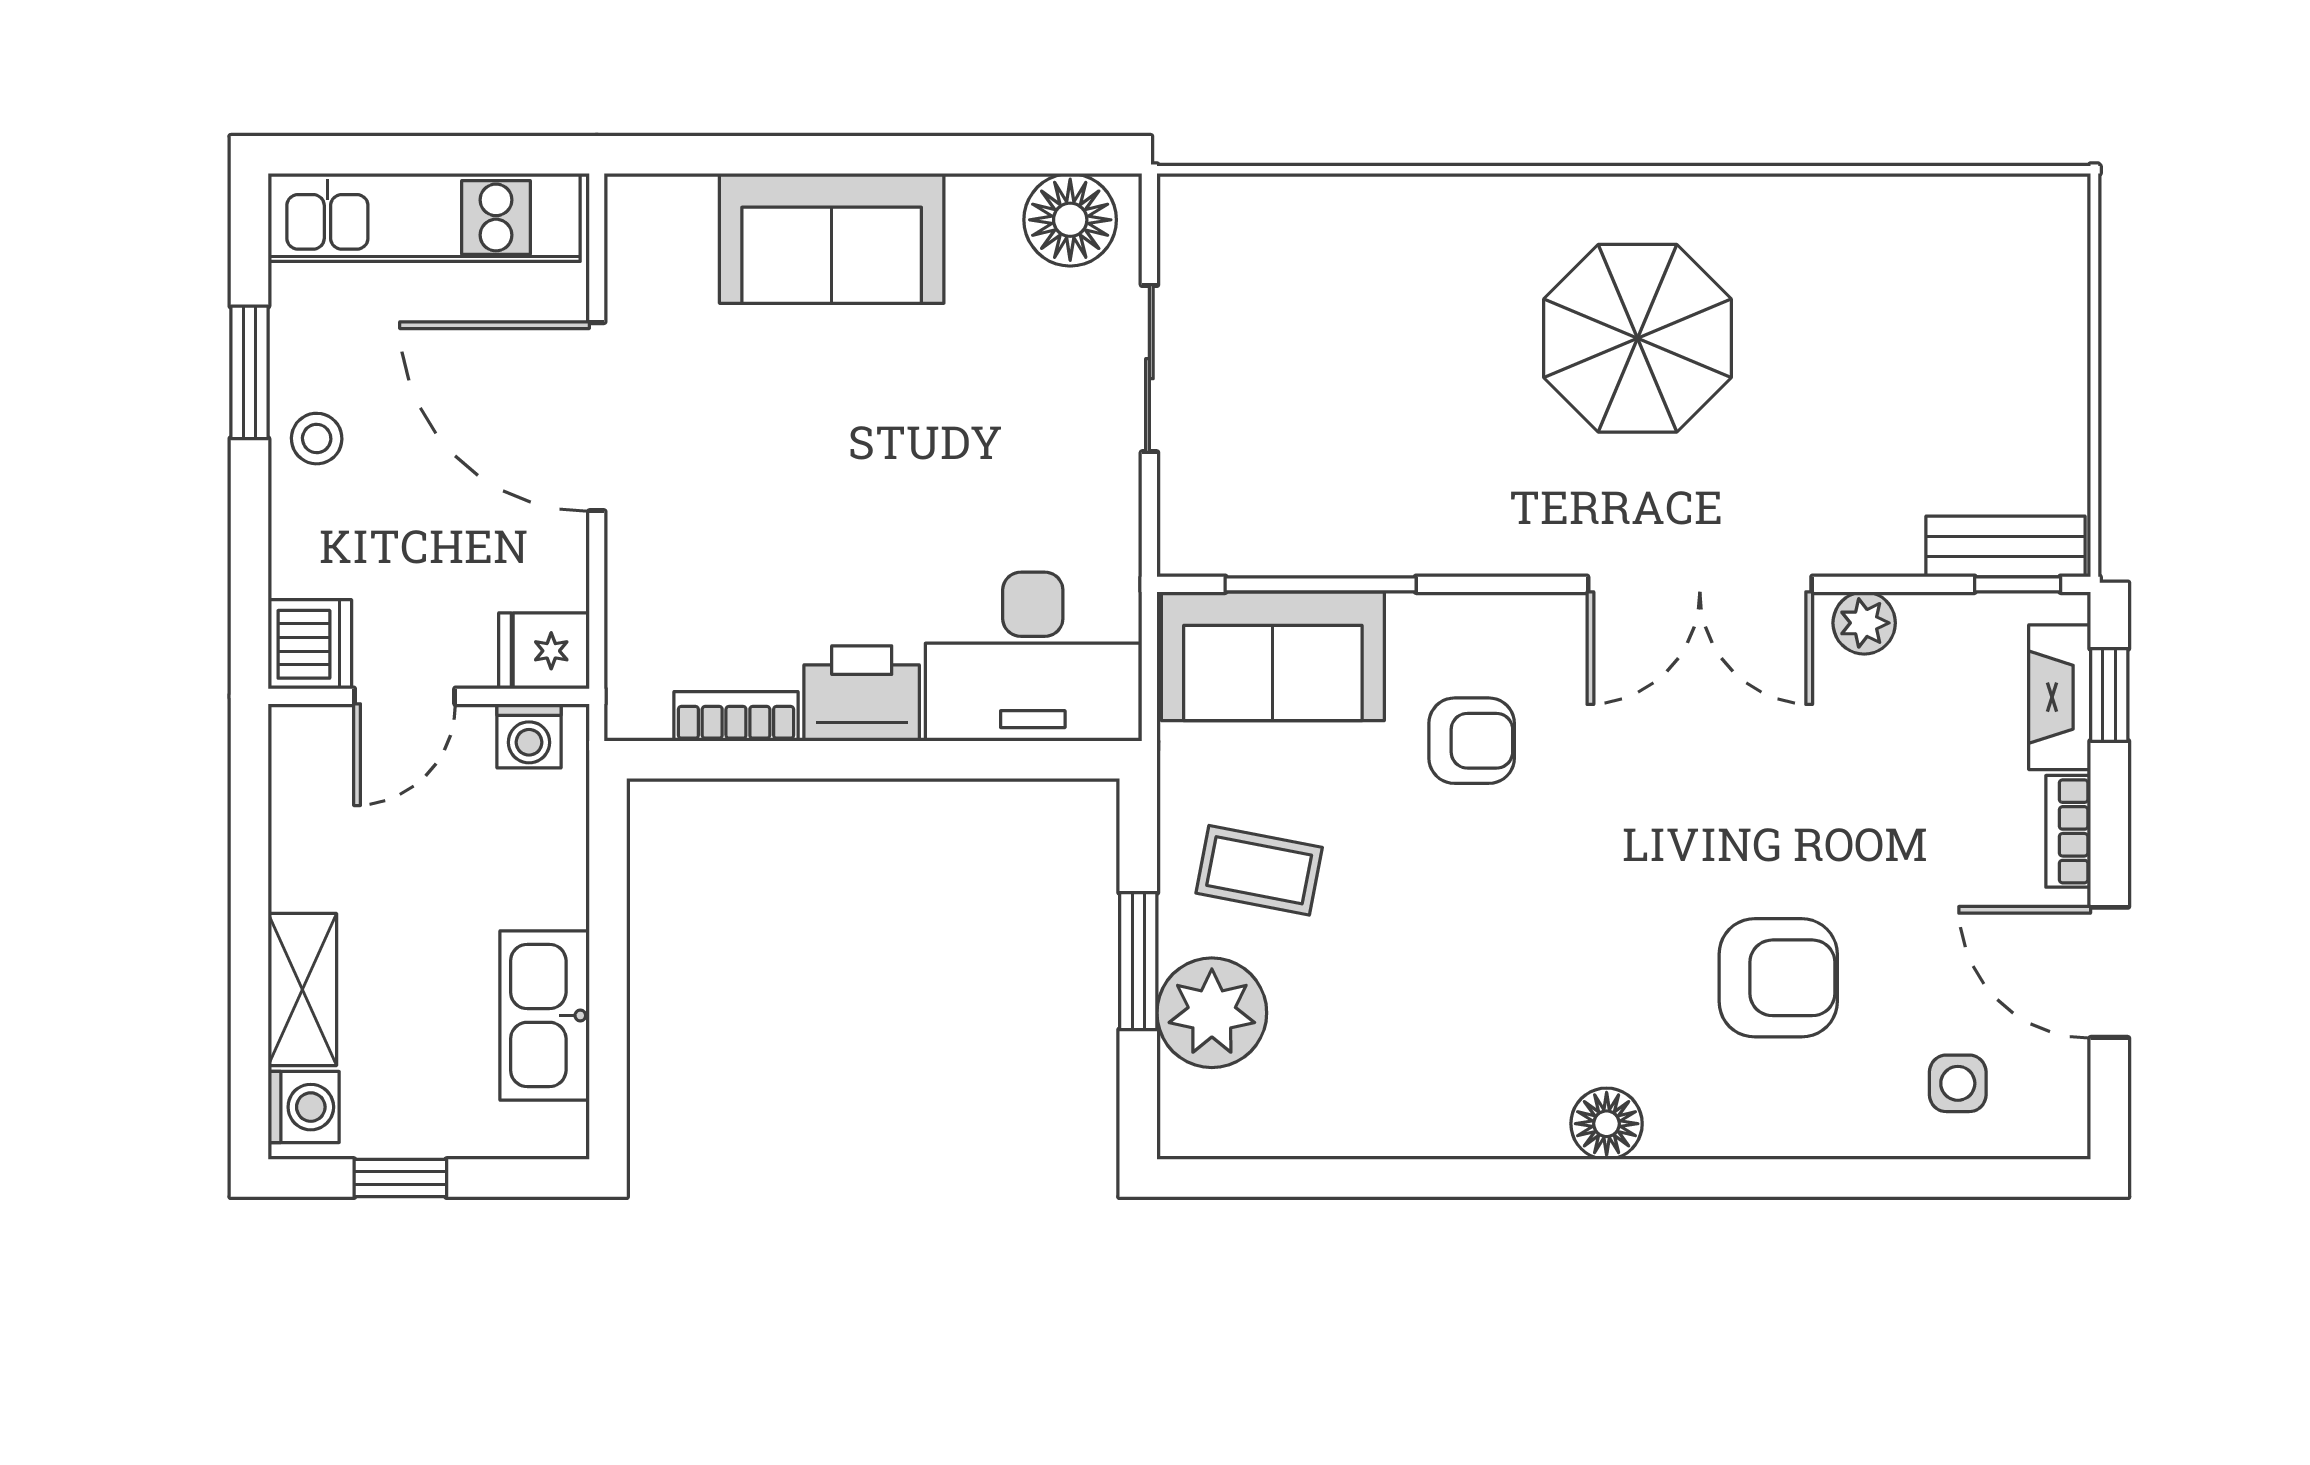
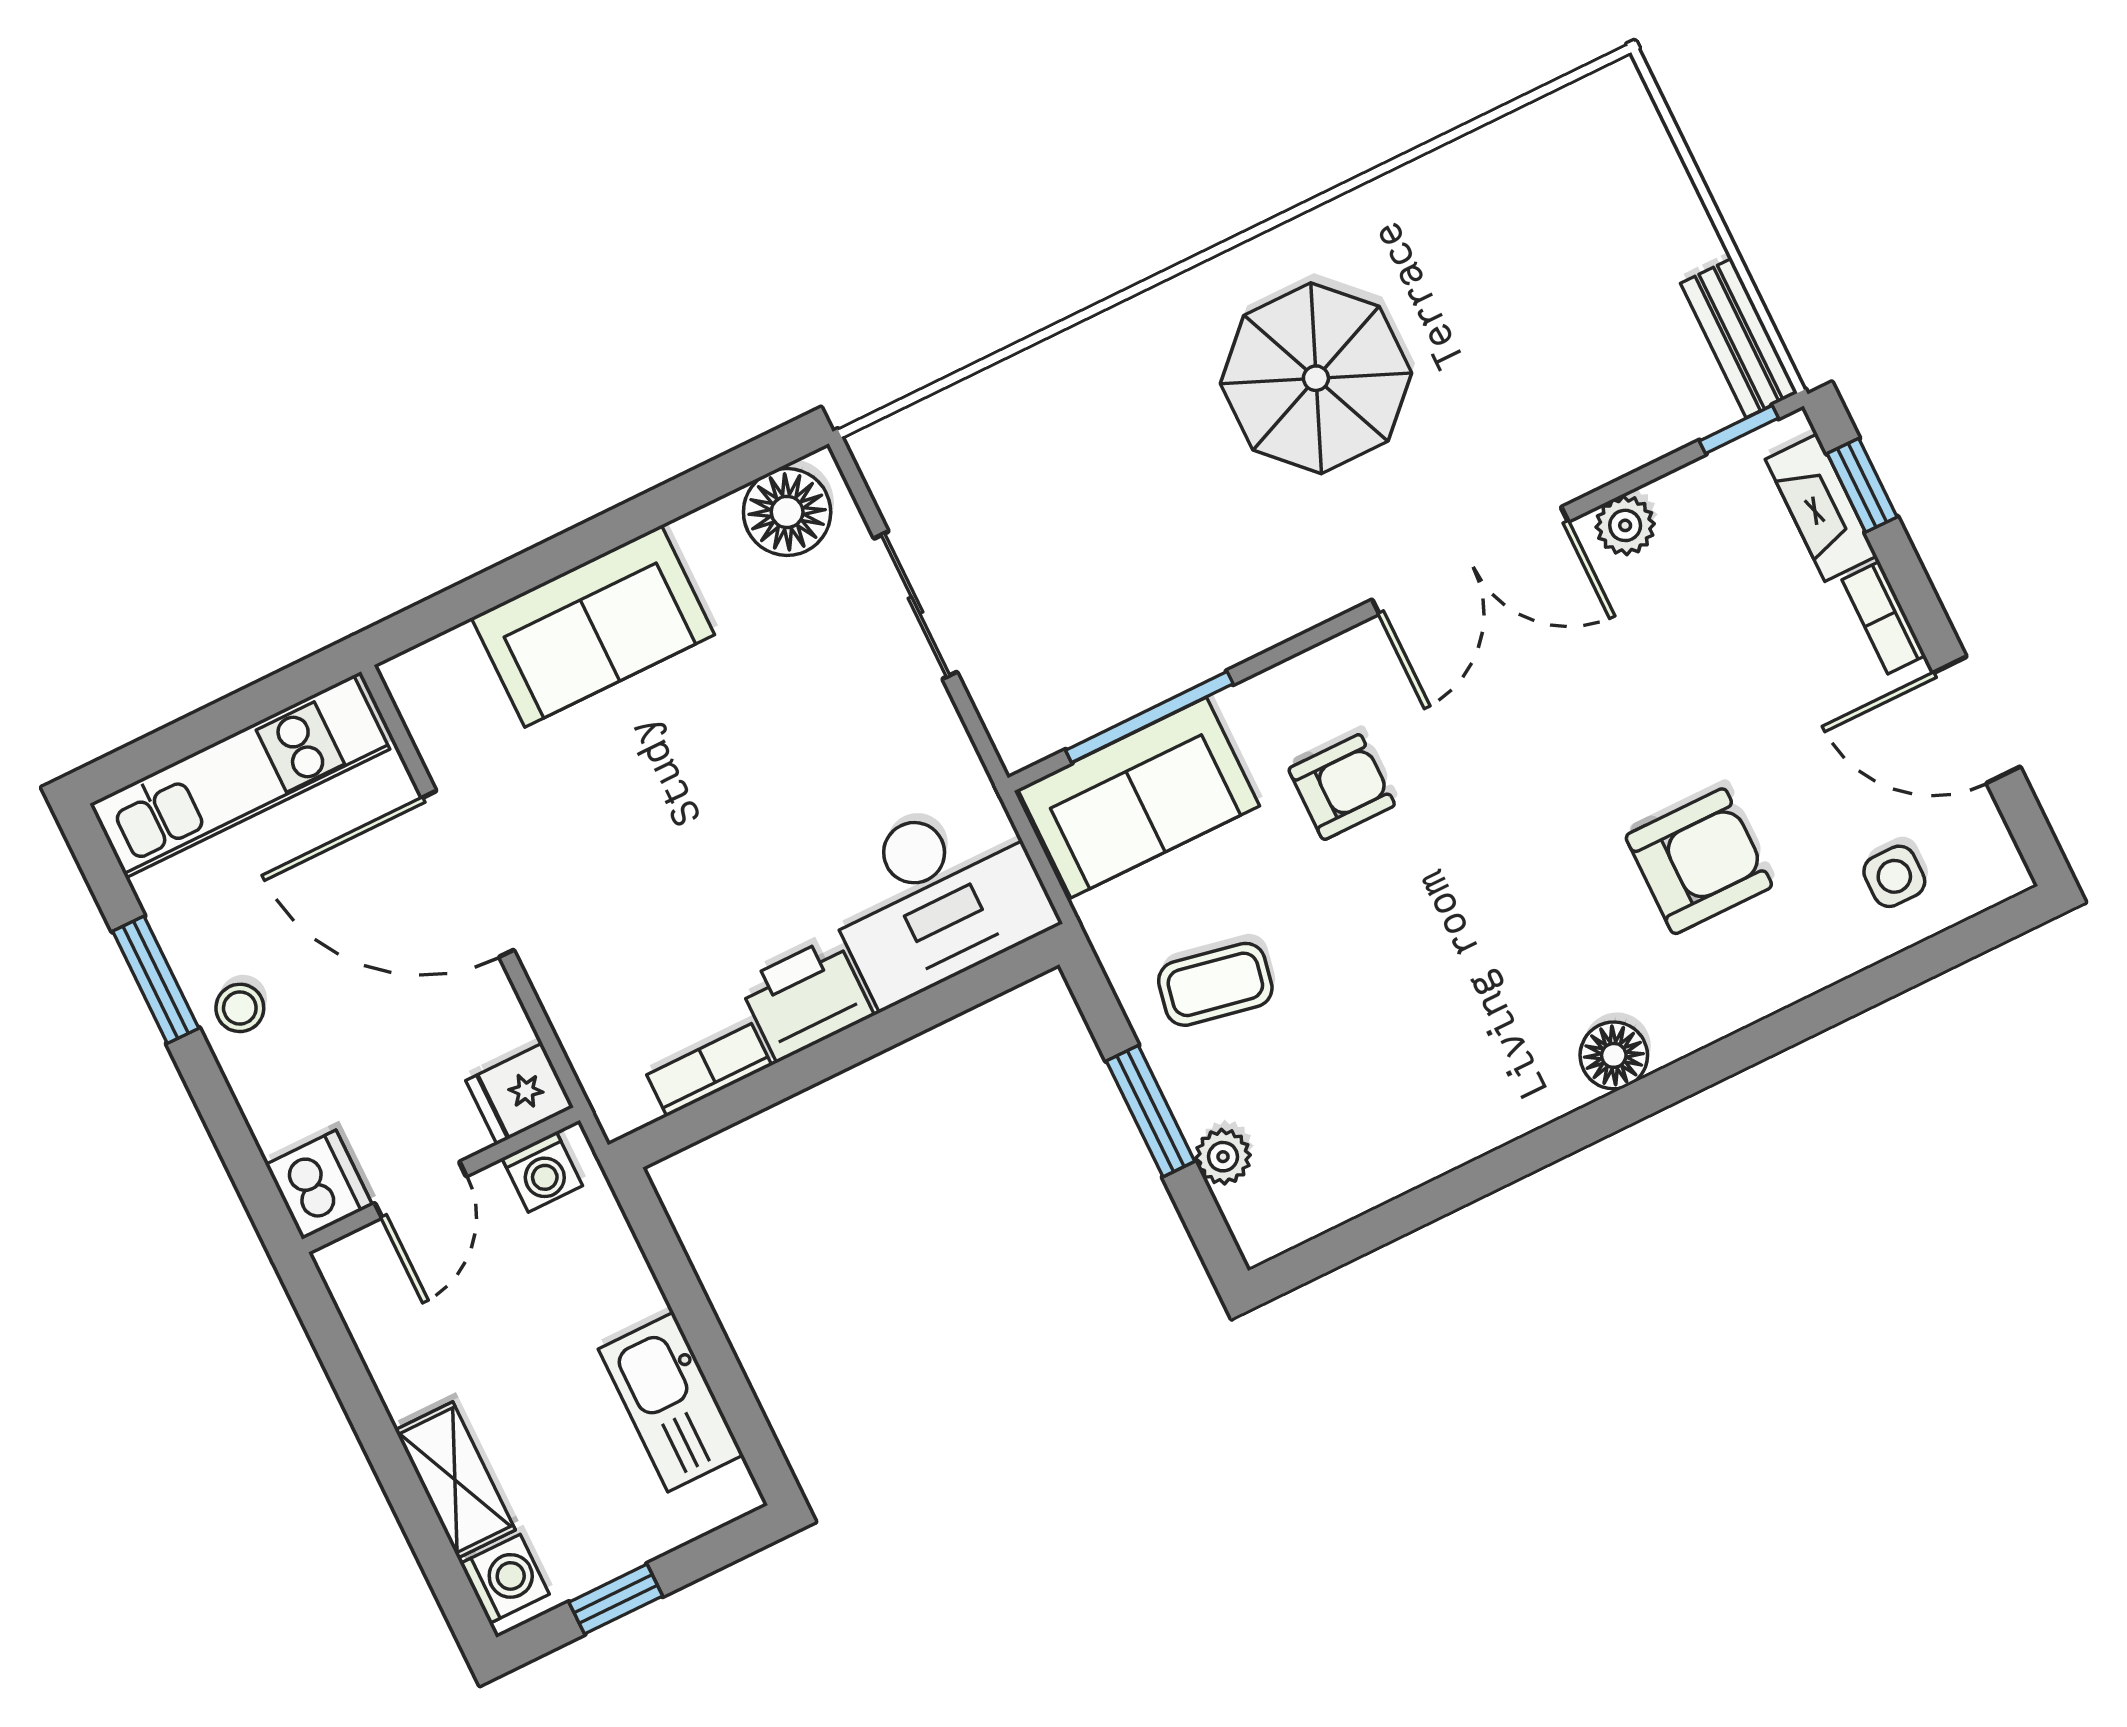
bench: (2006, 546) -> (1739, 338), moved, turned 90
plant: (1212, 1013) -> (1223, 1157), width x0.53, depth x0.53

